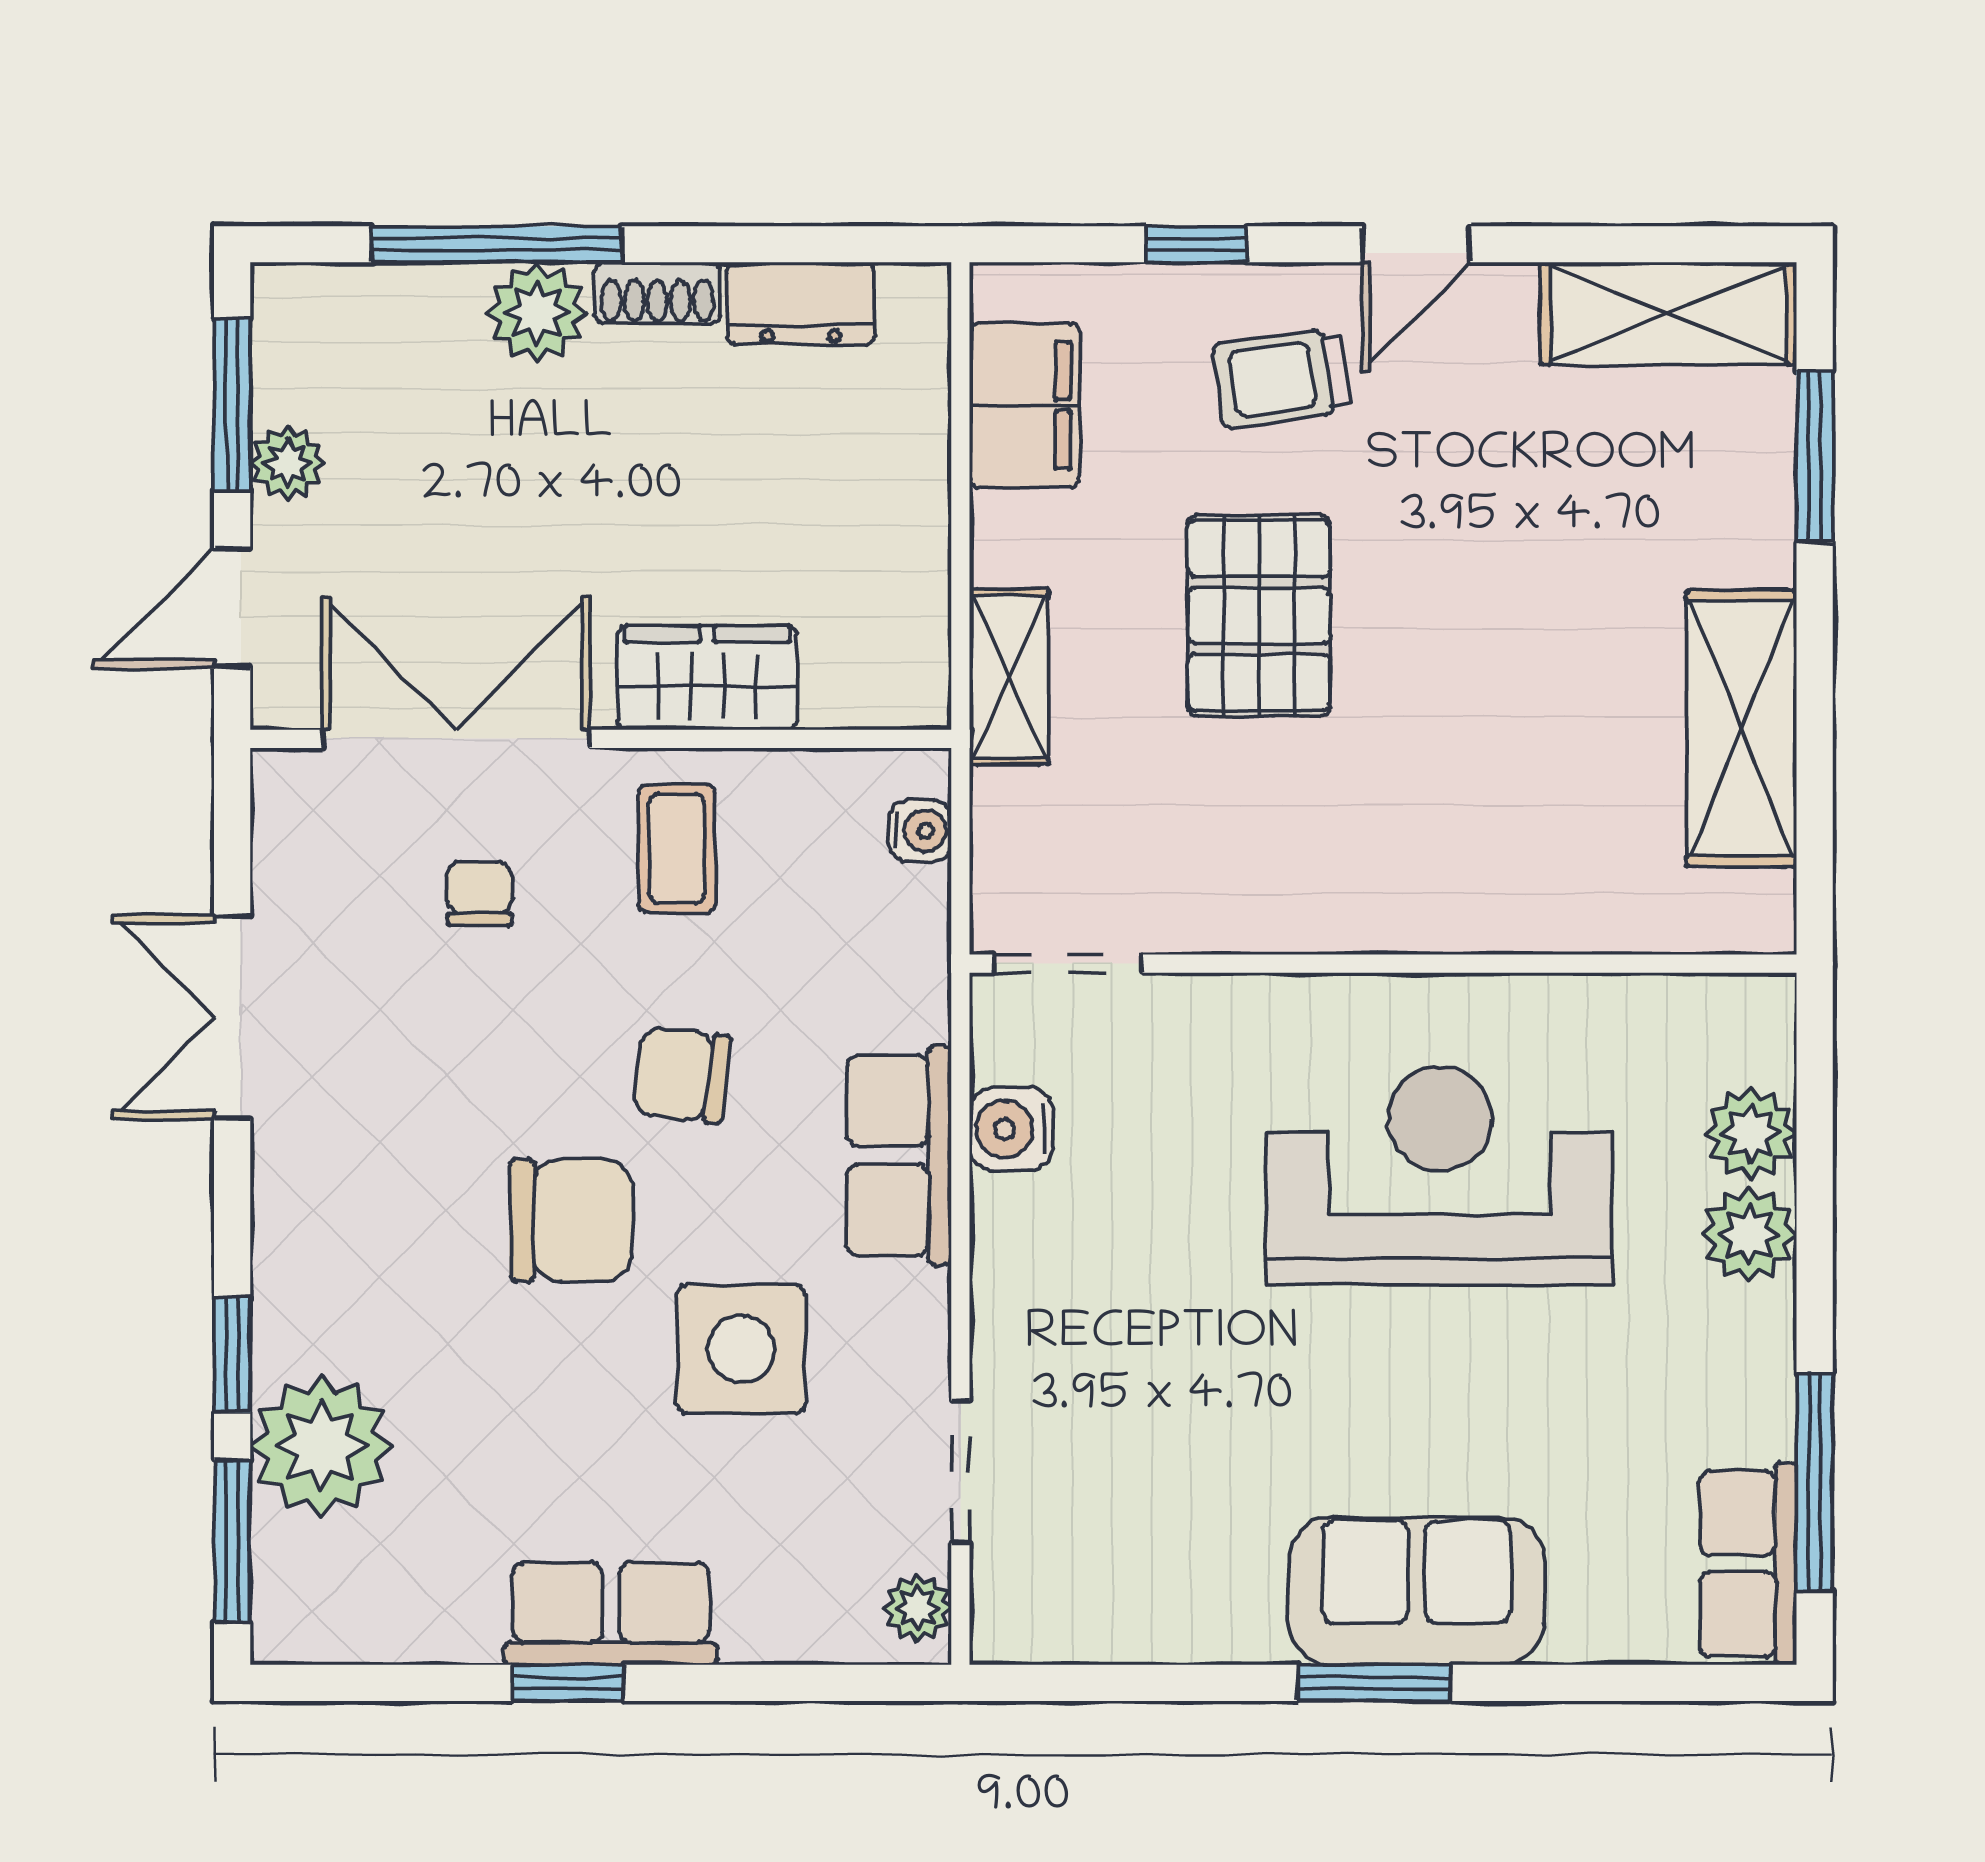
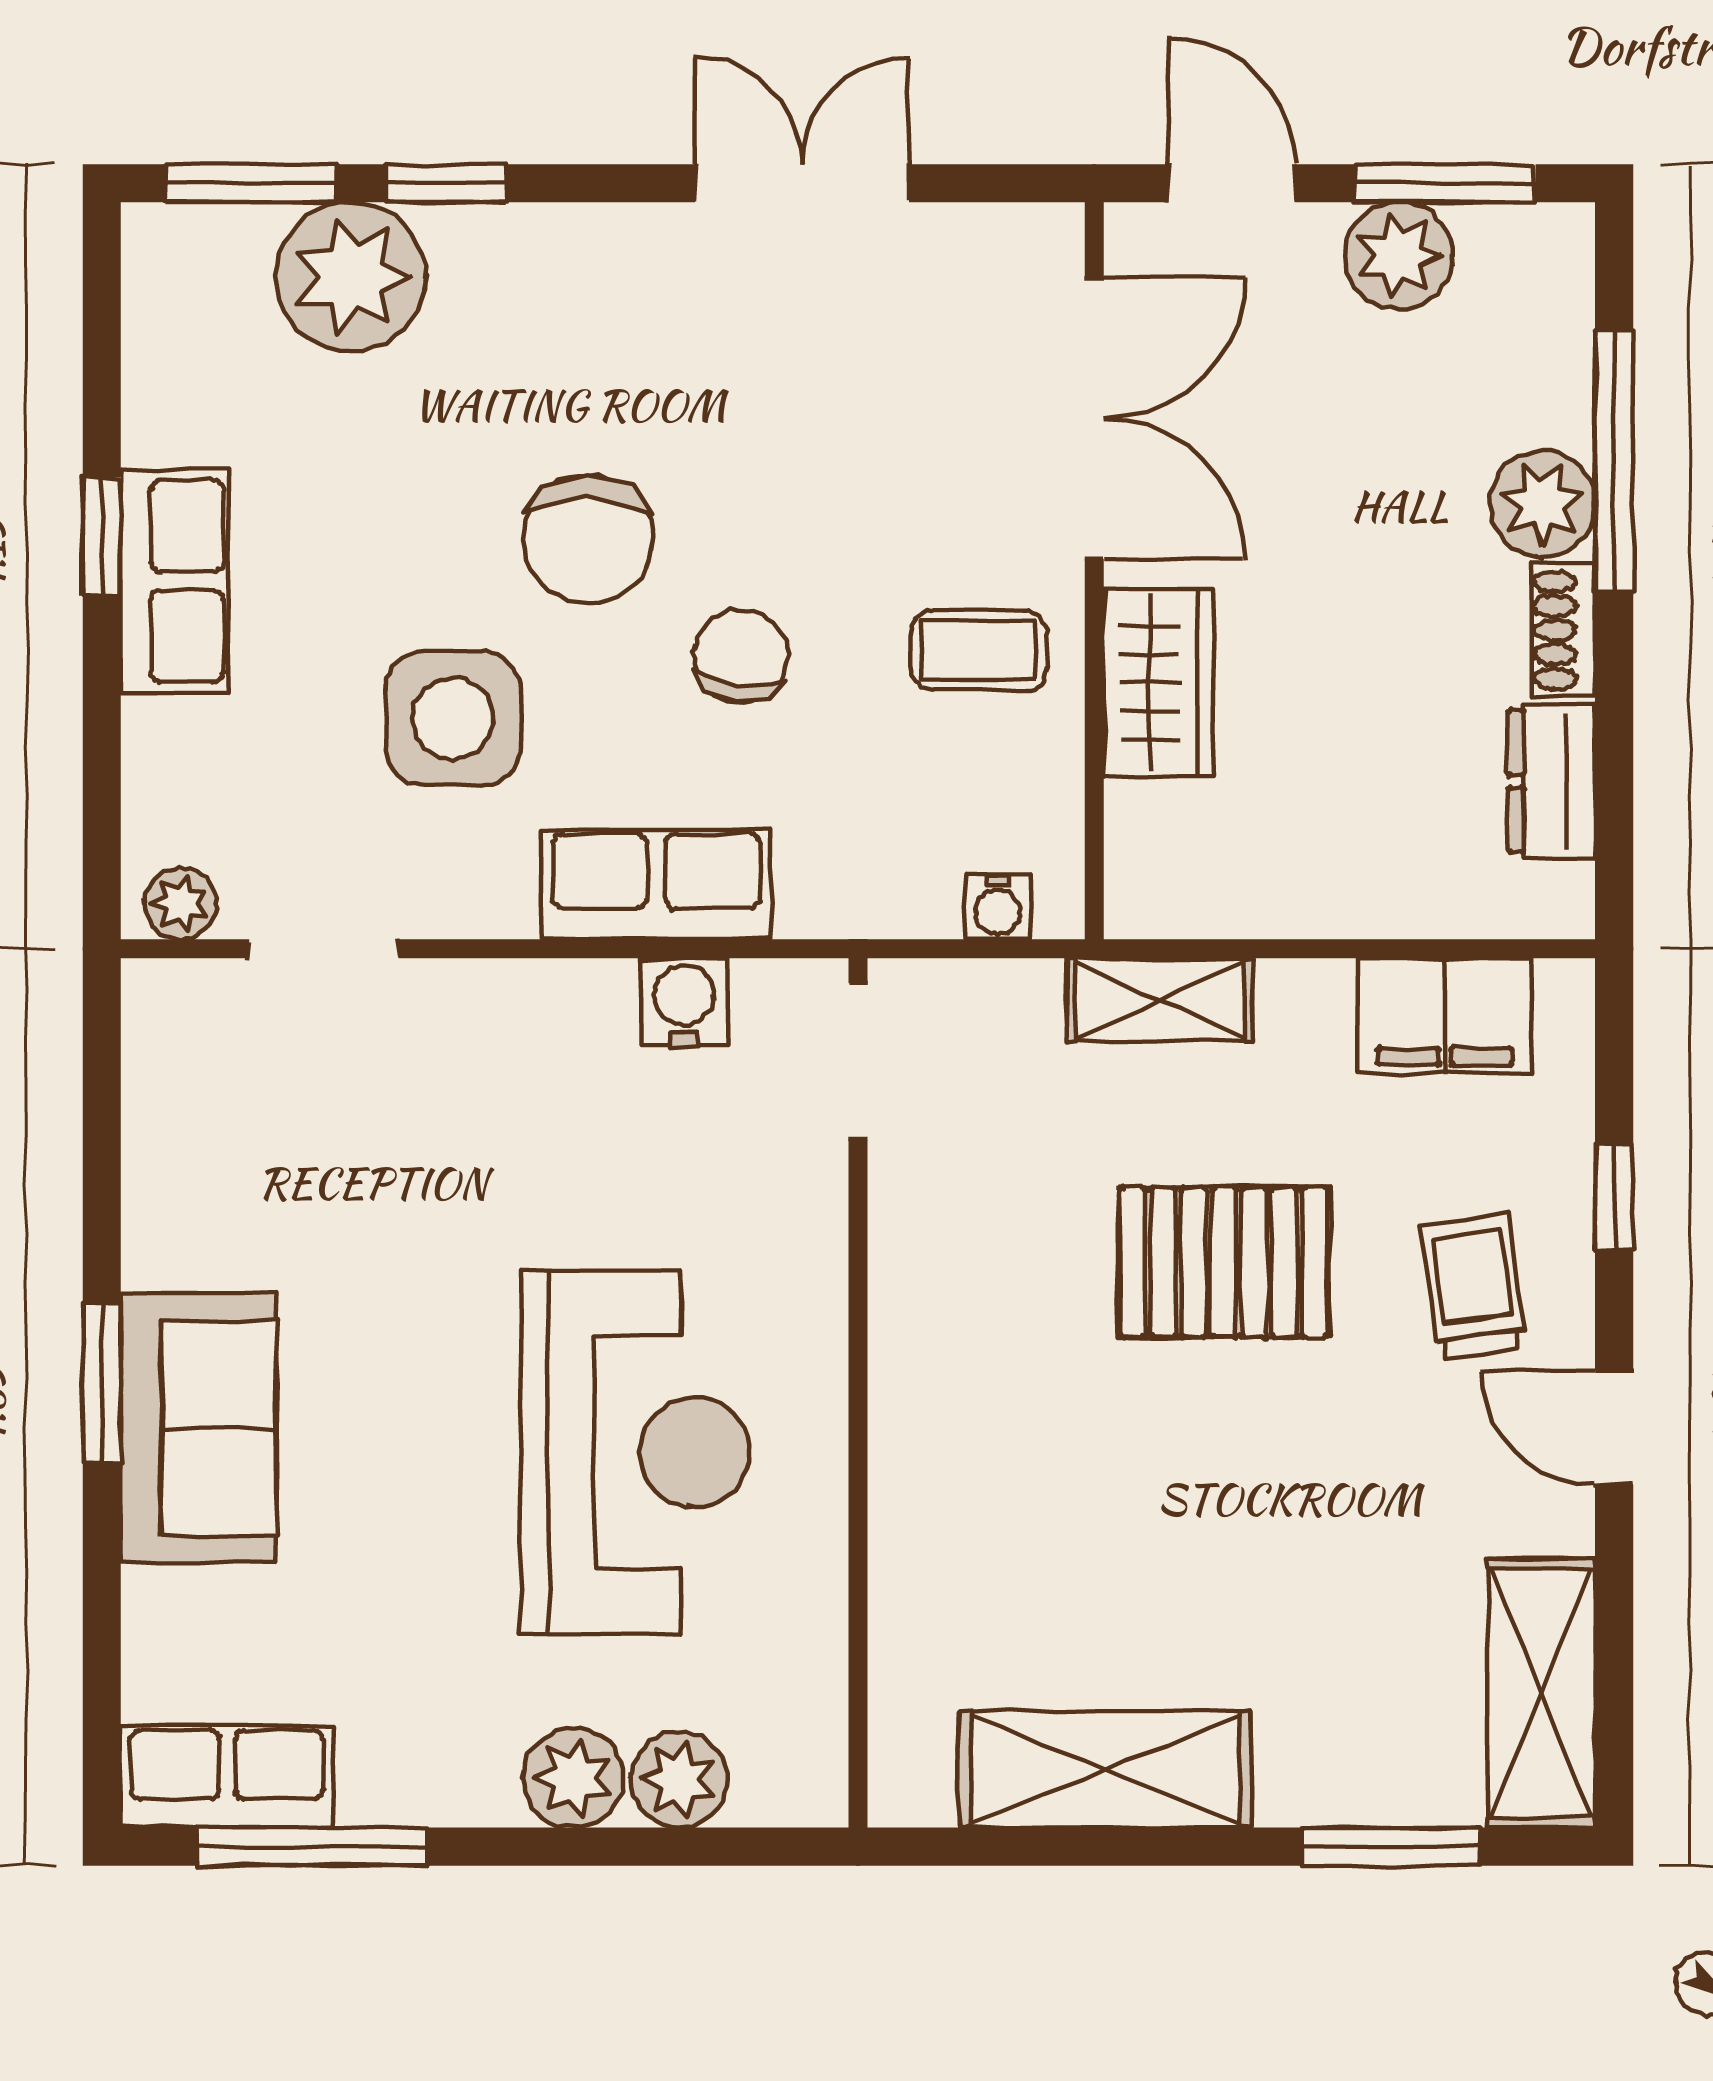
plant: (287, 463) -> (1399, 256), width x1.38, depth x1.38
chair: (479, 894) -> (932, 443), removed

